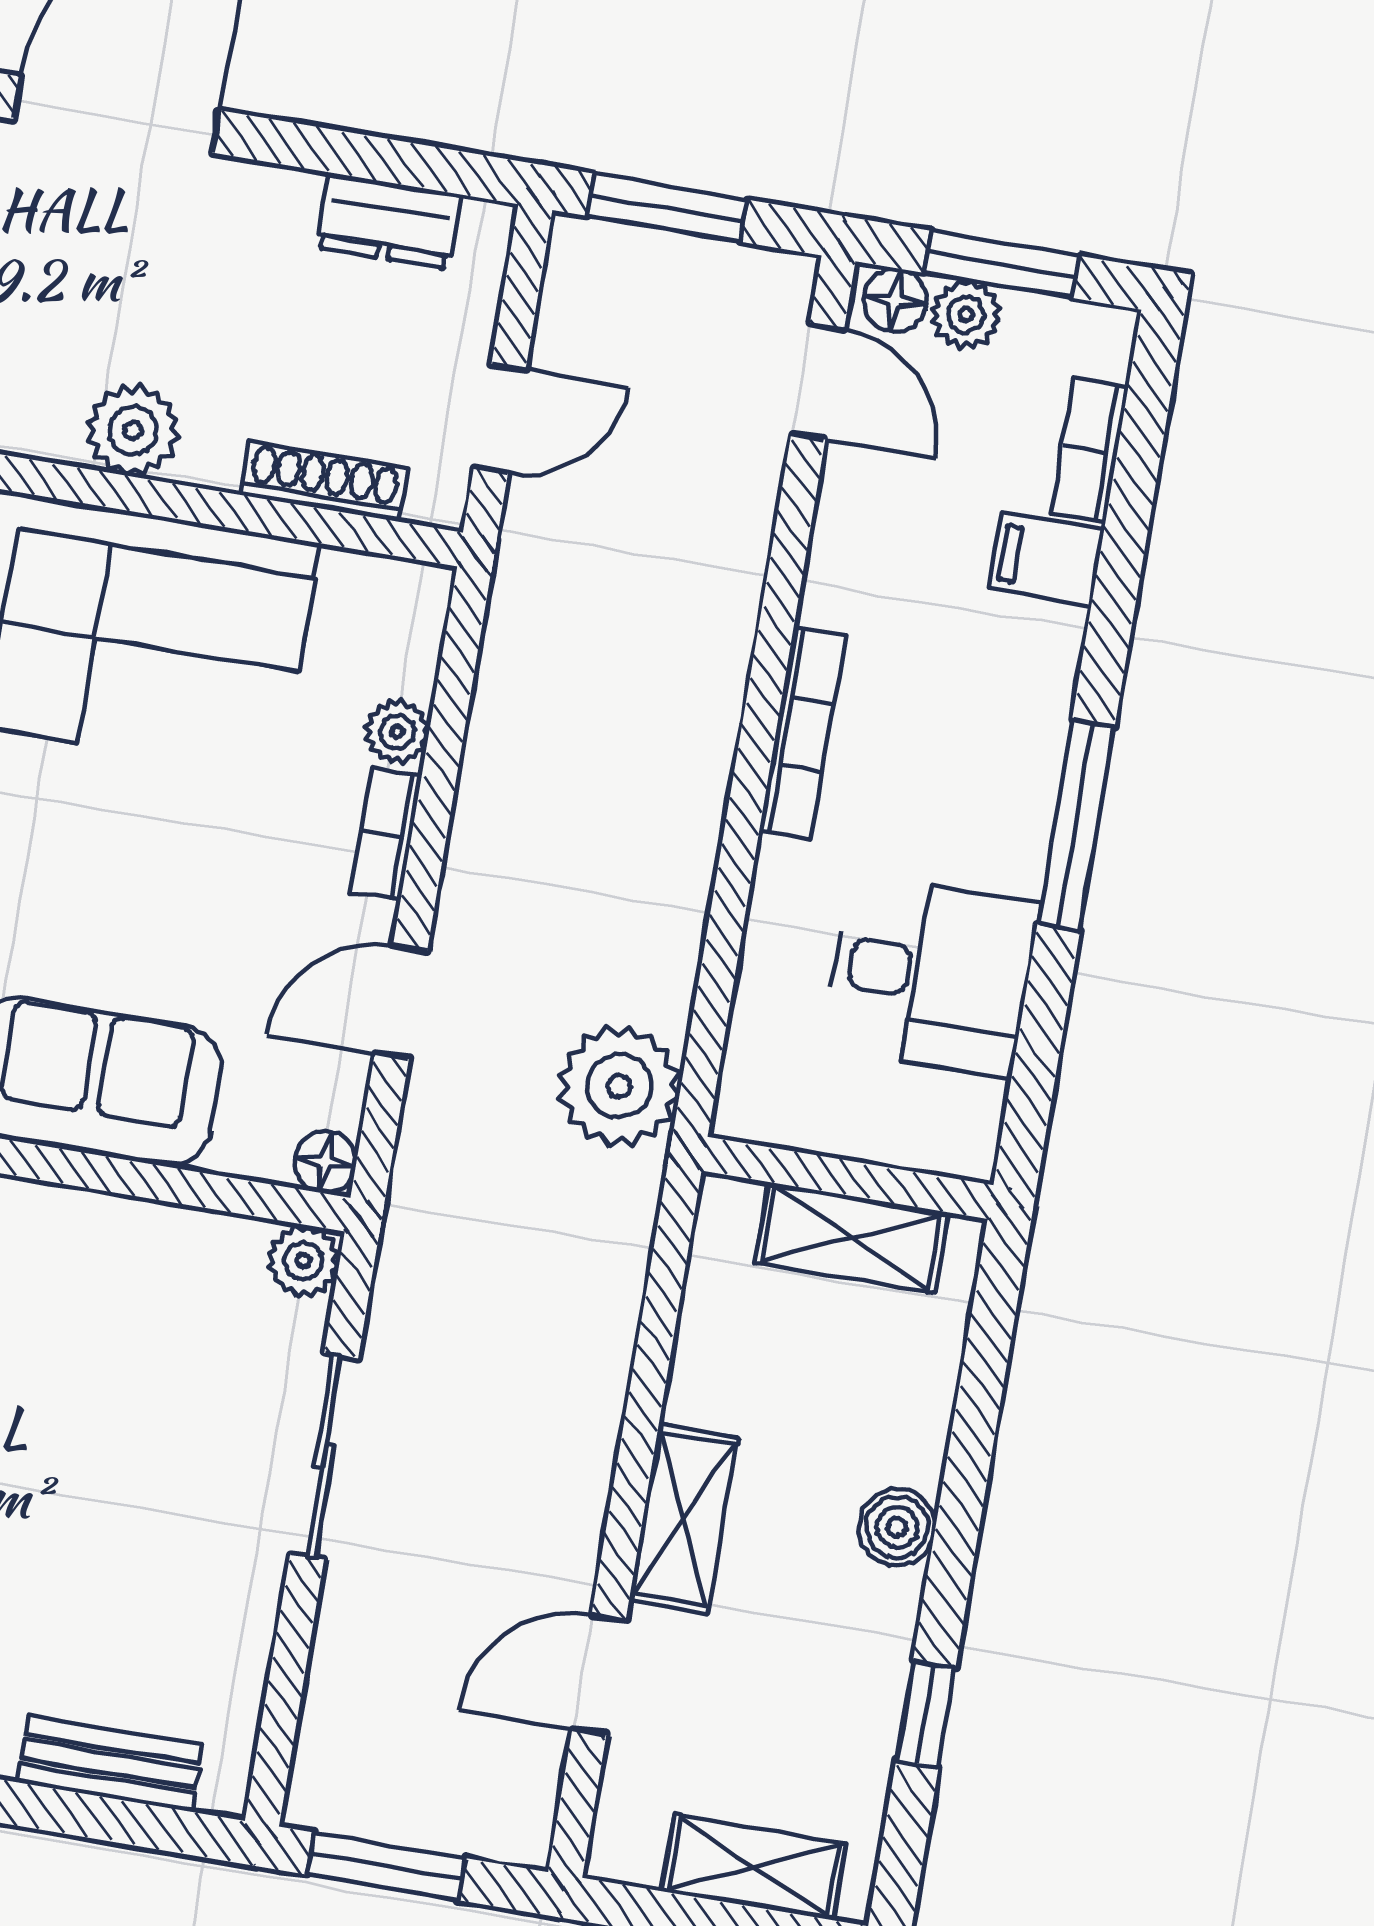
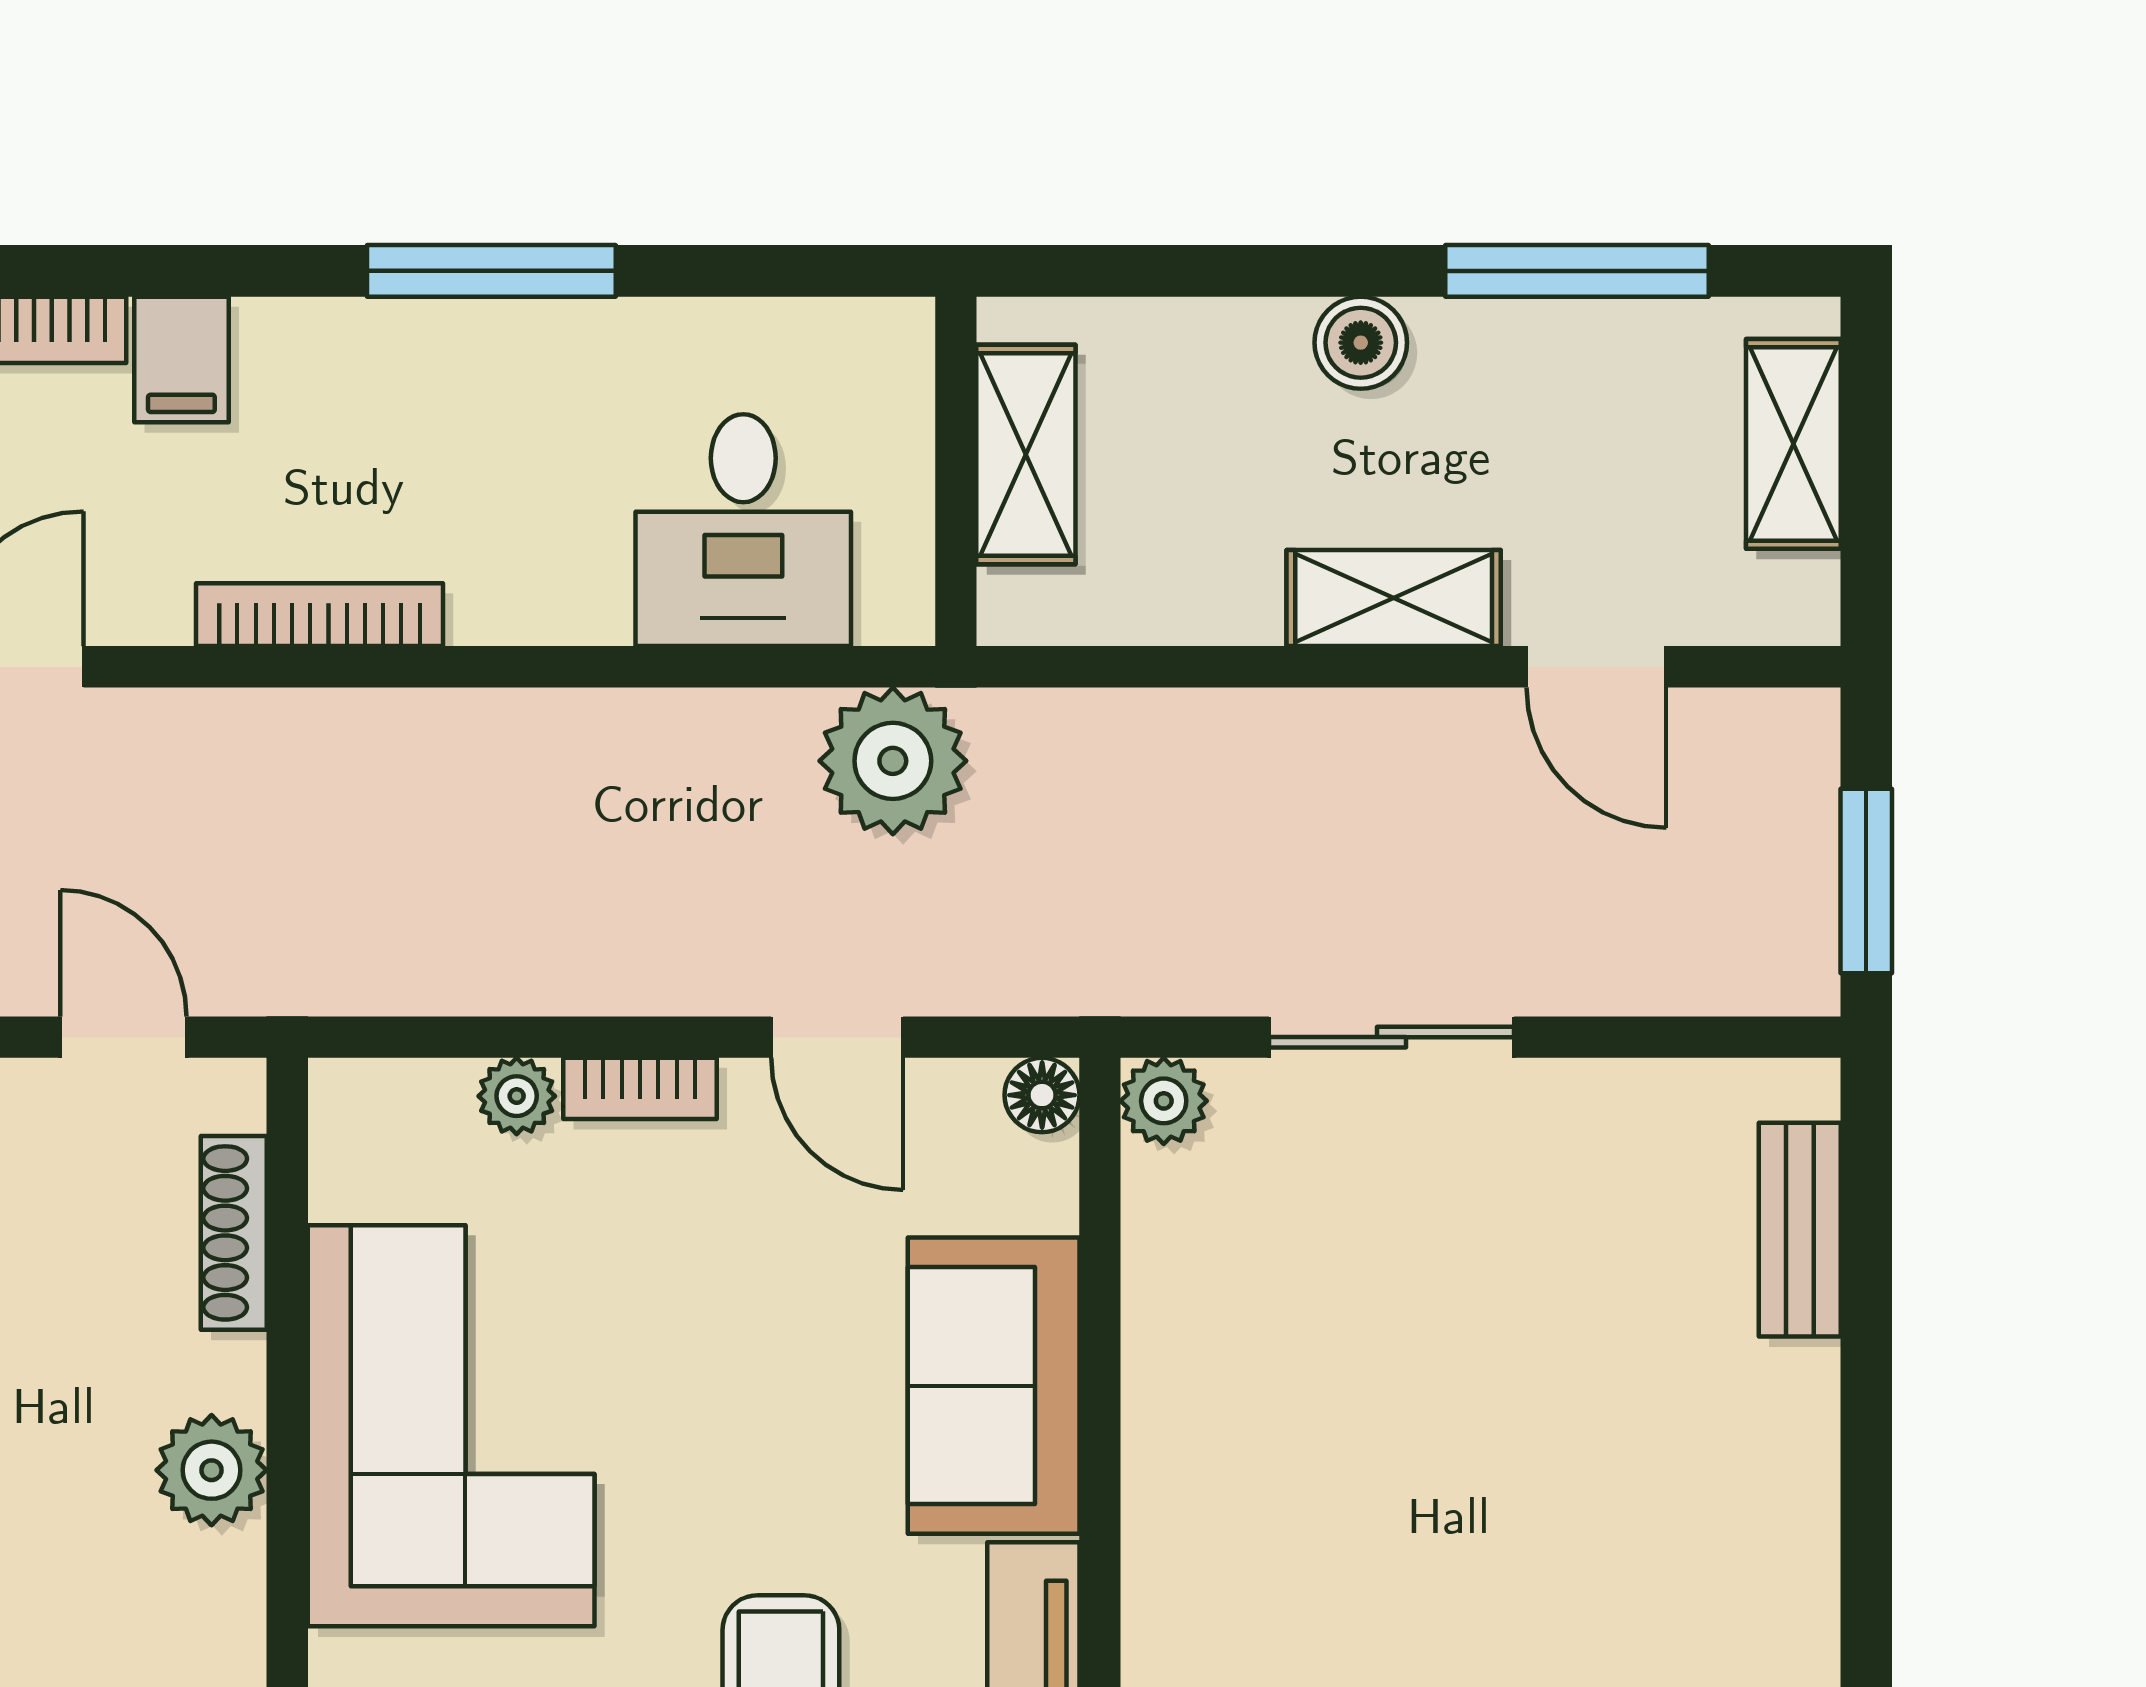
bookcase: (802, 733) -> (319, 615), moved
desk: (931, 975) -> (743, 530), moved, turned 180
window: (926, 1714) -> (1577, 271), width x2.17

